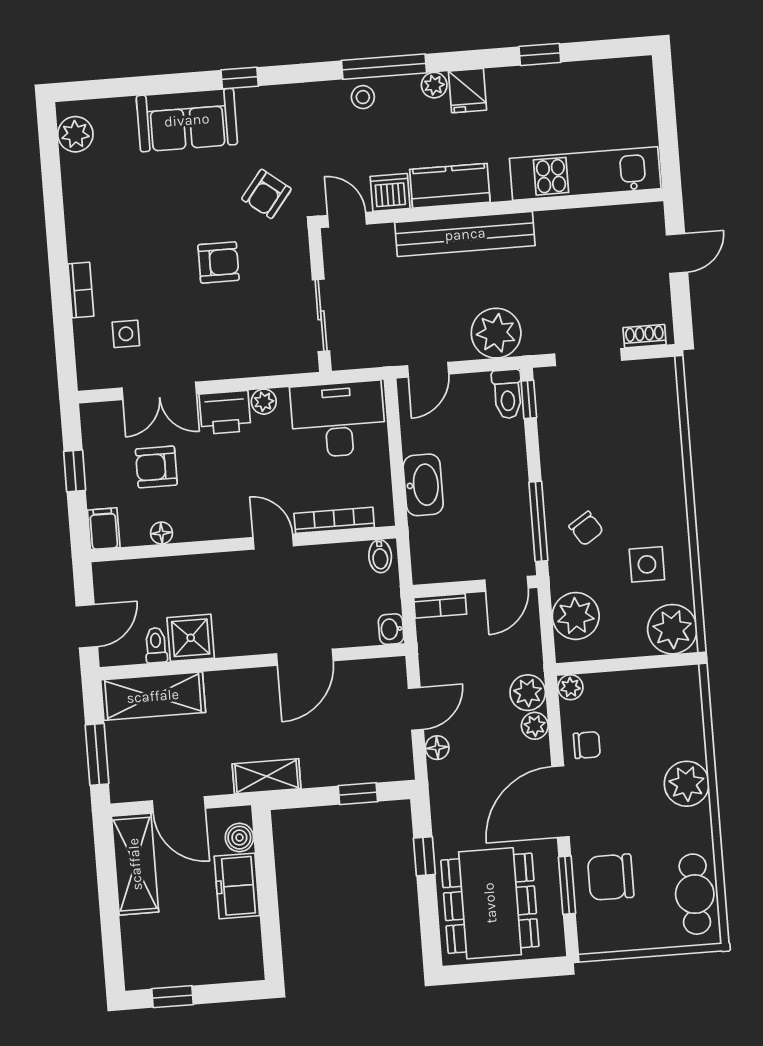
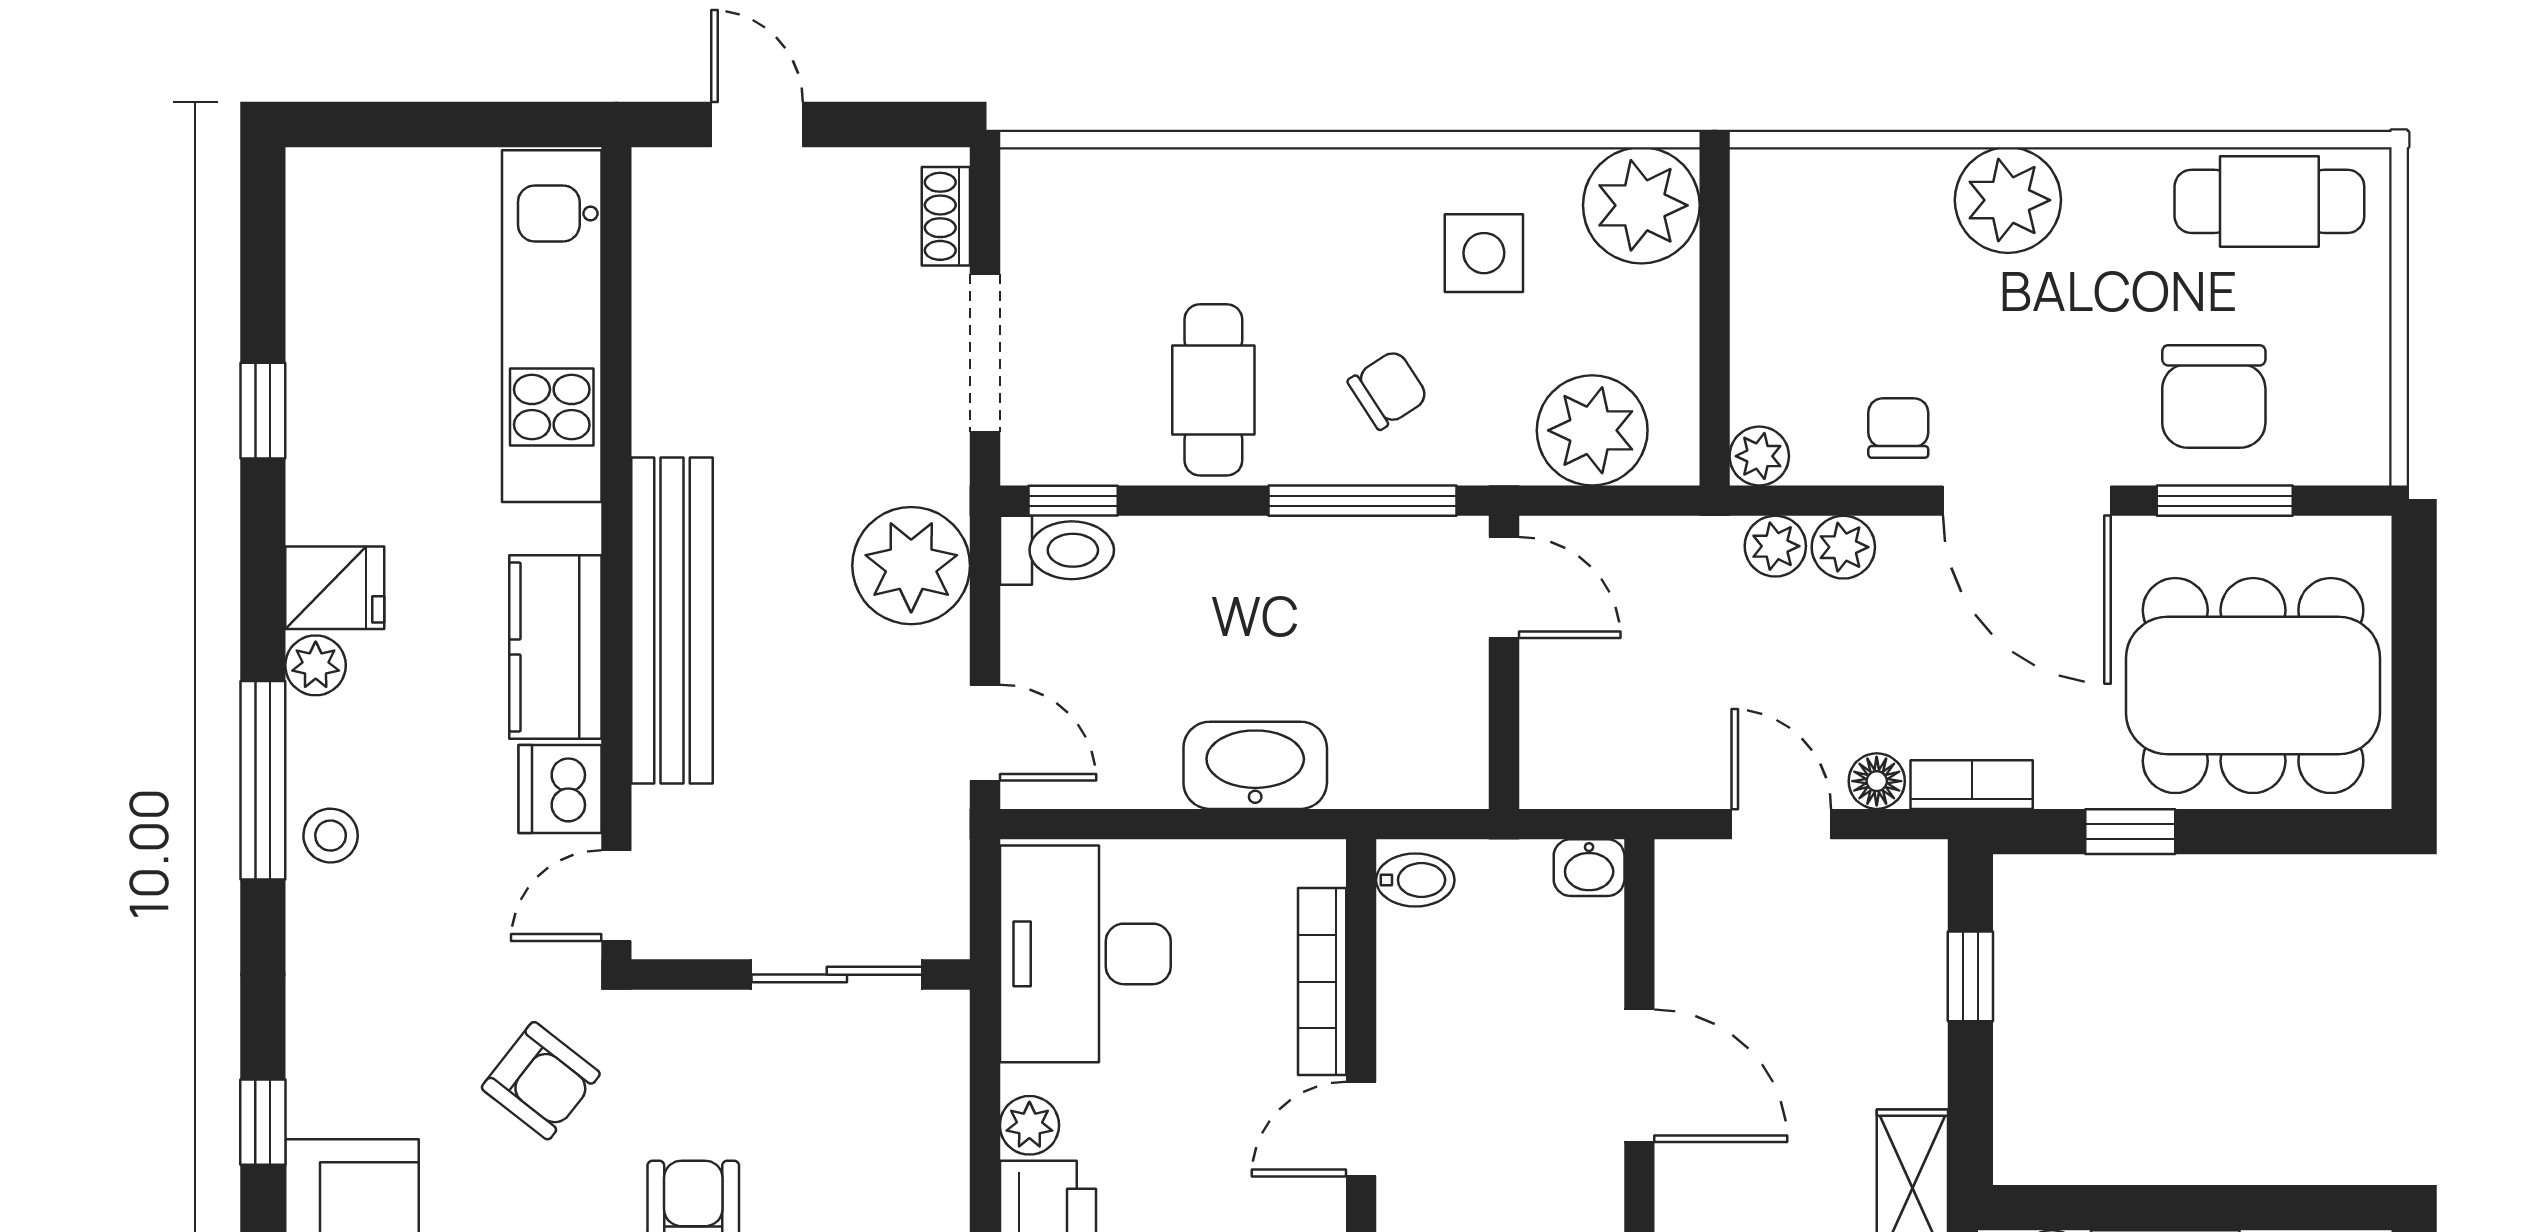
cafe table: (580, 455) -> (1213, 390), added
bookcase: (440, 606) -> (1972, 785), moved, turned -90
plant: (528, 693) -> (1775, 546), width x0.73, depth x0.73

